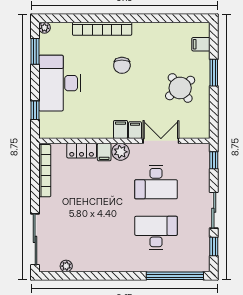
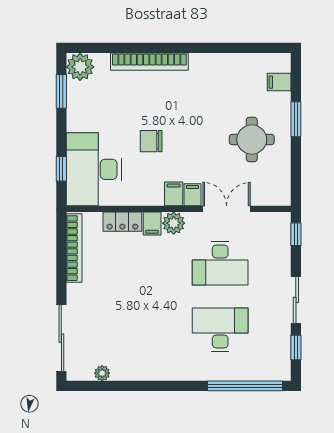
plant: (44, 28) -> (80, 67), width x1.87, depth x1.87
chair: (122, 65) -> (151, 141), moved, turned 90
desk: (60, 83) -> (94, 169), moved
round table: (180, 88) -> (252, 139), turned 37

